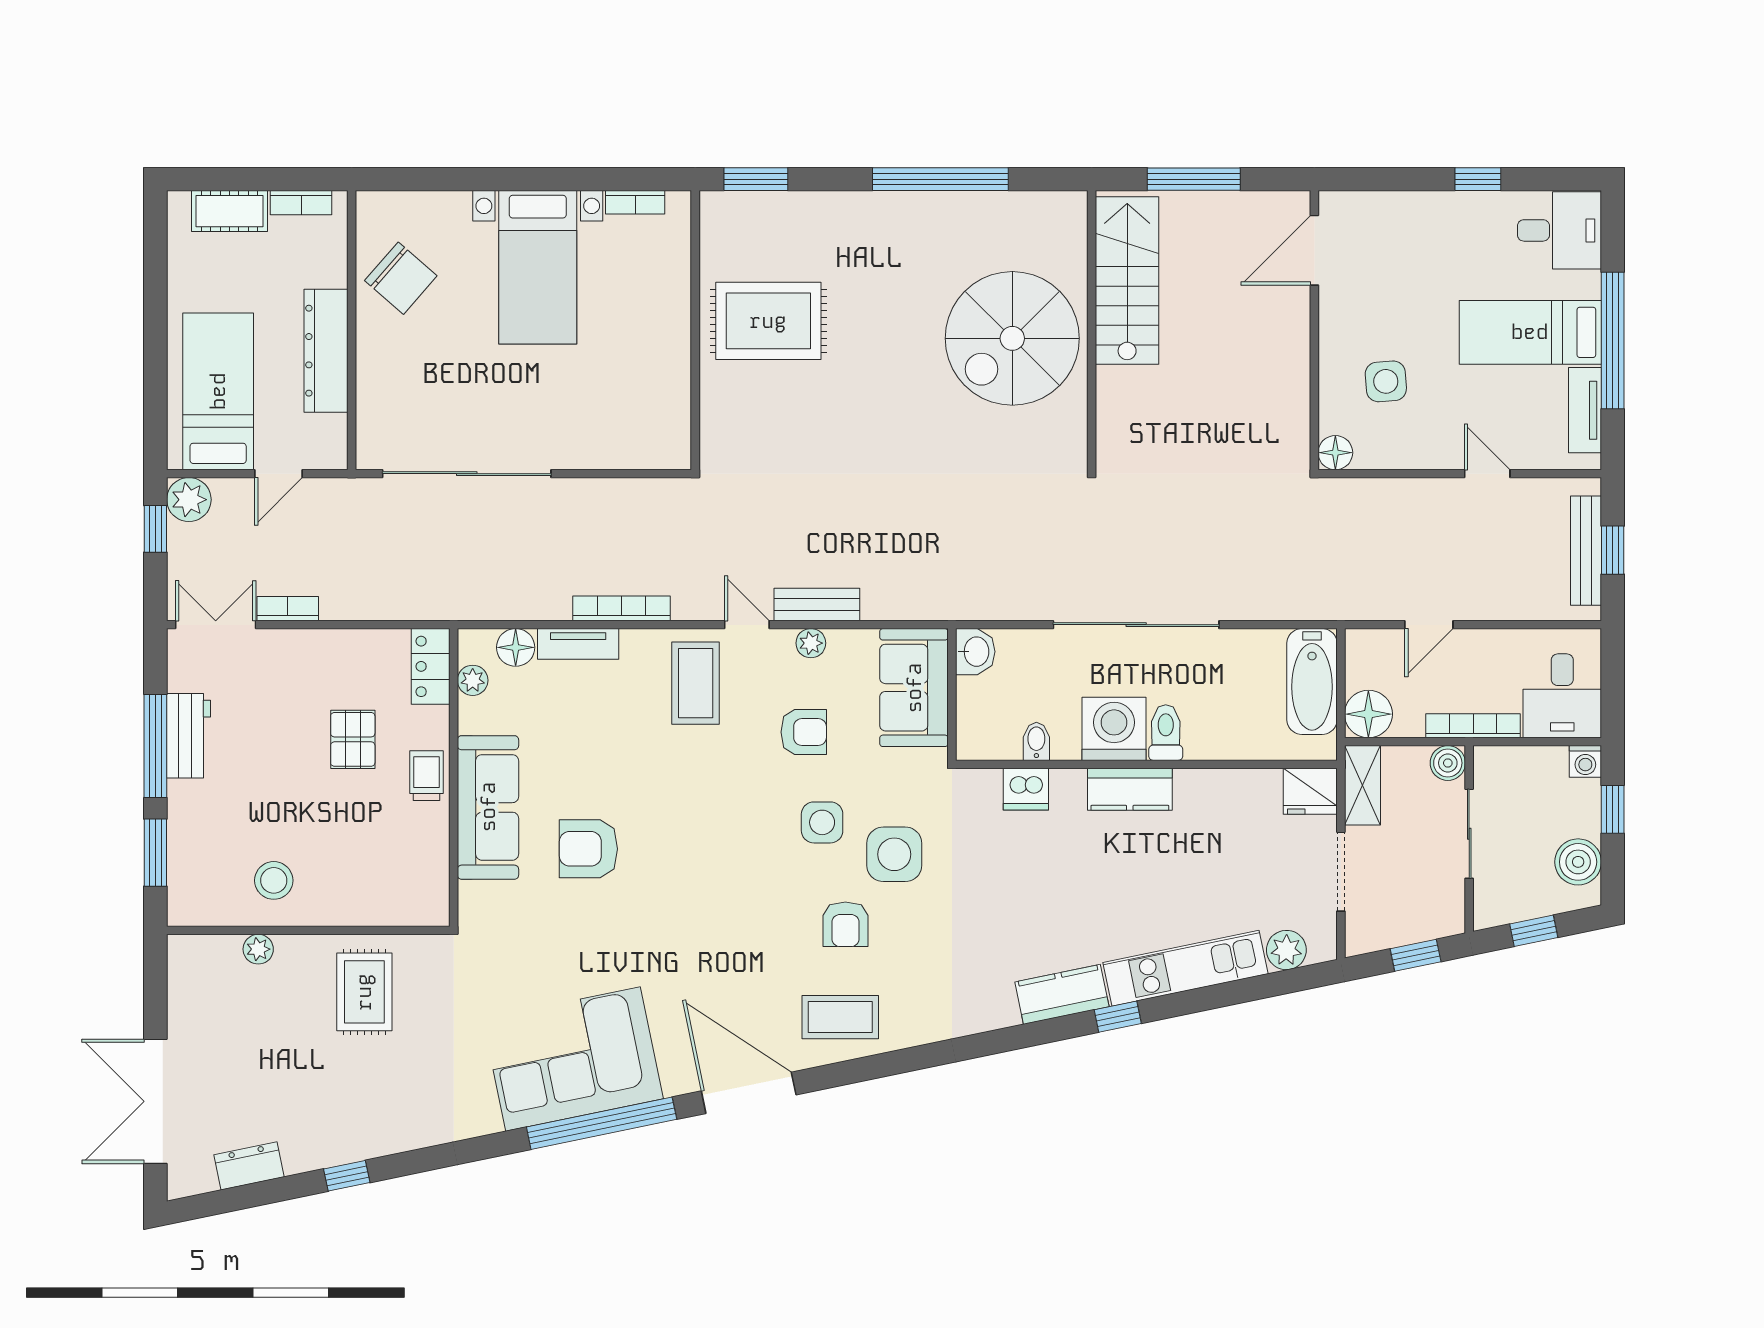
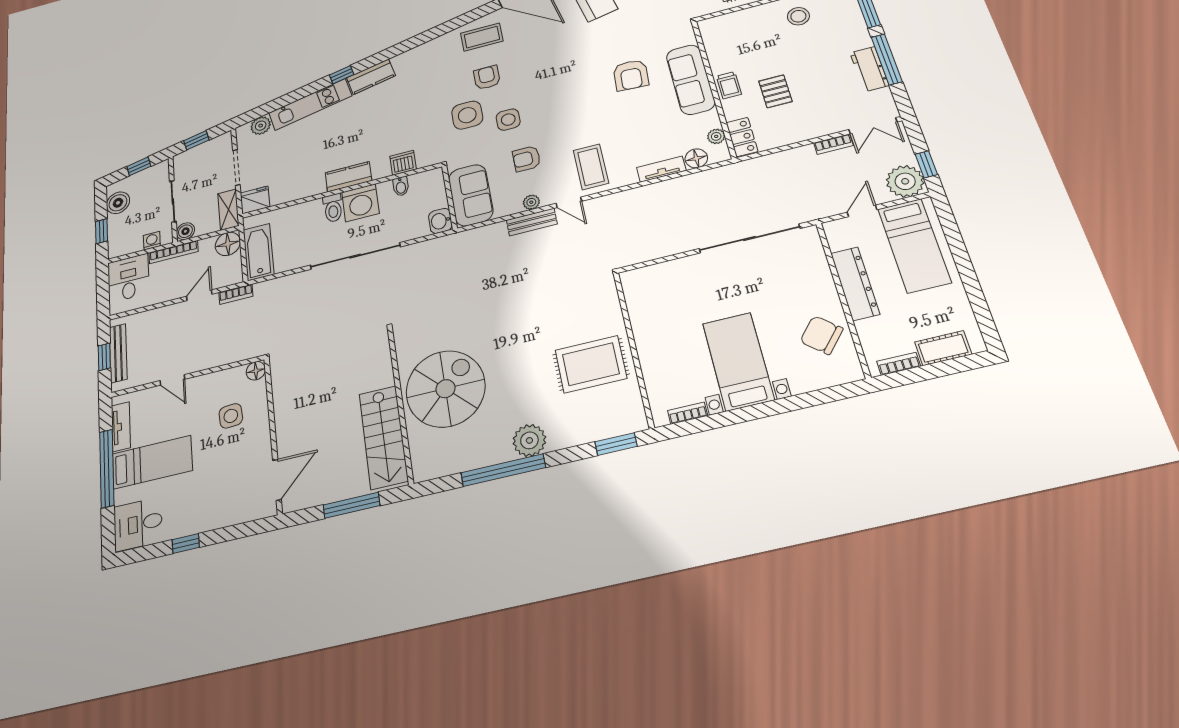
plant: (890, 218) -> (529, 440), added
plant: (189, 500) -> (905, 181), width x1.36, depth x1.36
bookcase: (621, 608) -> (236, 294), moved, width x0.64
washing machine: (1585, 761) -> (152, 241), moved
armchair: (588, 849) -> (631, 75), turned 94

